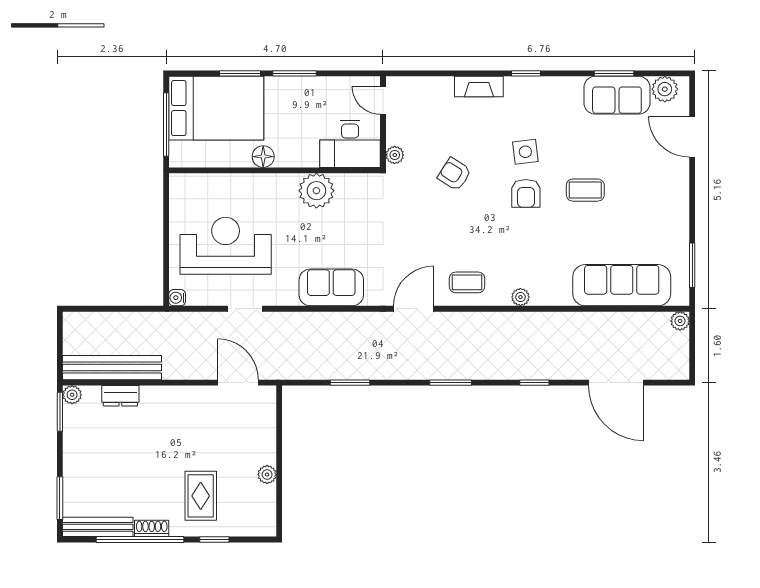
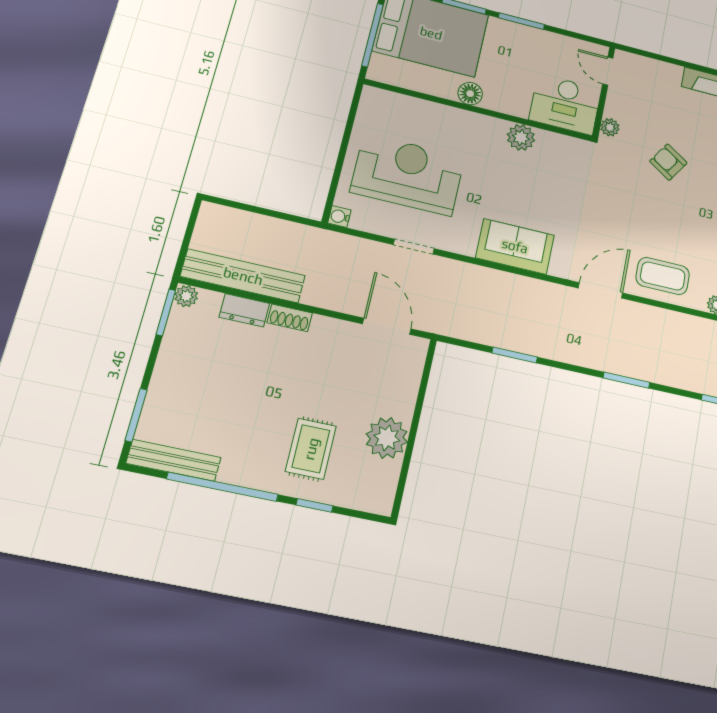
plant: (316, 191) -> (521, 137), width x0.73, depth x0.73
coffee table: (467, 282) -> (663, 276), width x1.36, depth x1.30
plant: (267, 475) -> (387, 438), width x1.87, depth x1.87
shoe rack: (152, 528) -> (290, 318), moved, turned 180

